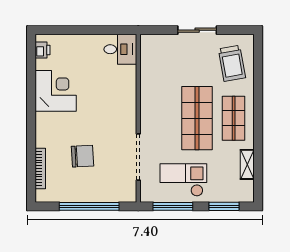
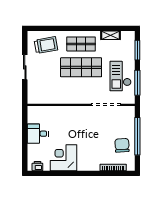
desk: (120, 49) -> (38, 134), moved, turned -90
chair: (82, 156) -> (122, 145), moved

